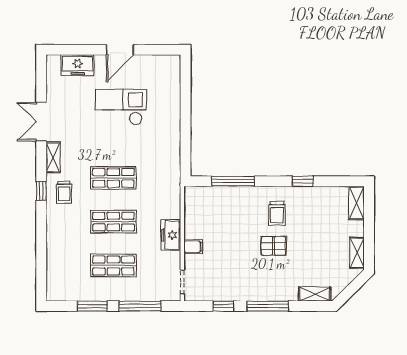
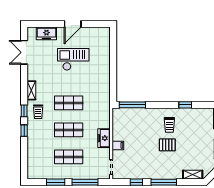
double door: (41, 122) -> (24, 52), moved
window: (233, 181) -> (132, 105), moved
window: (41, 223) -> (24, 131), added

